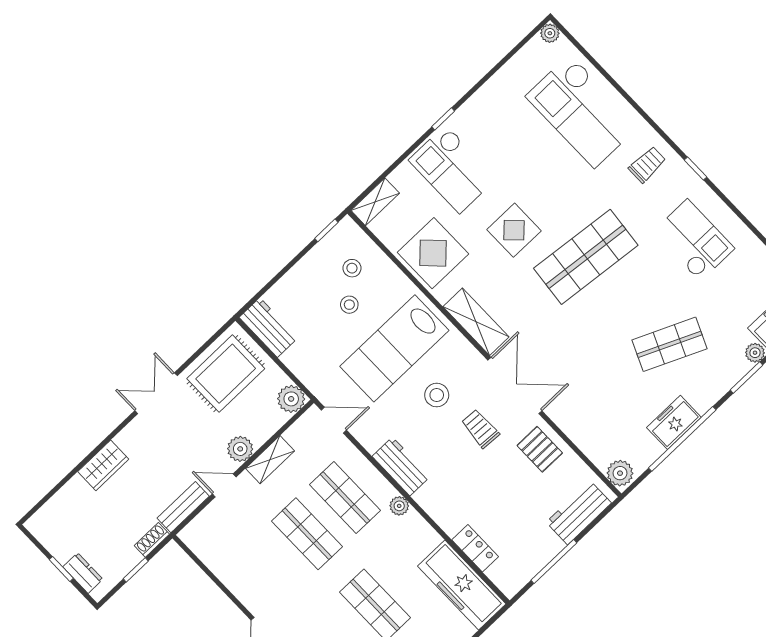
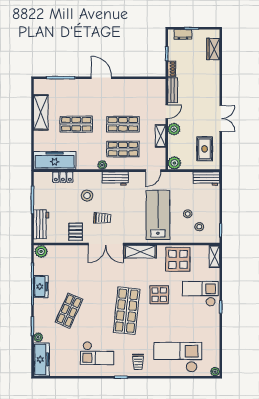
rug: (226, 374) -> (205, 149), width x0.73, depth x0.70
stool: (437, 395) -> (87, 196), moved
pallet: (540, 449) -> (76, 232), turned 90
wardrobe: (103, 465) -> (213, 49), moved

